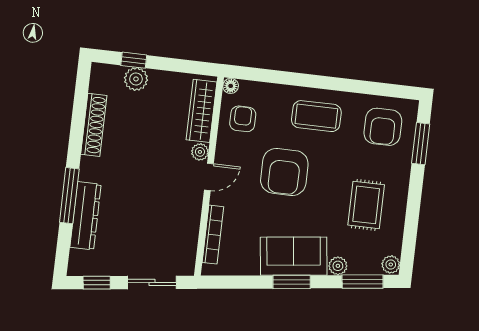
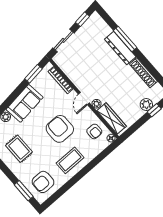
armchair: (383, 127) -> (43, 182), turned -90
dresser: (85, 216) -> (120, 48), moved
window: (292, 282) -> (34, 74), moved

